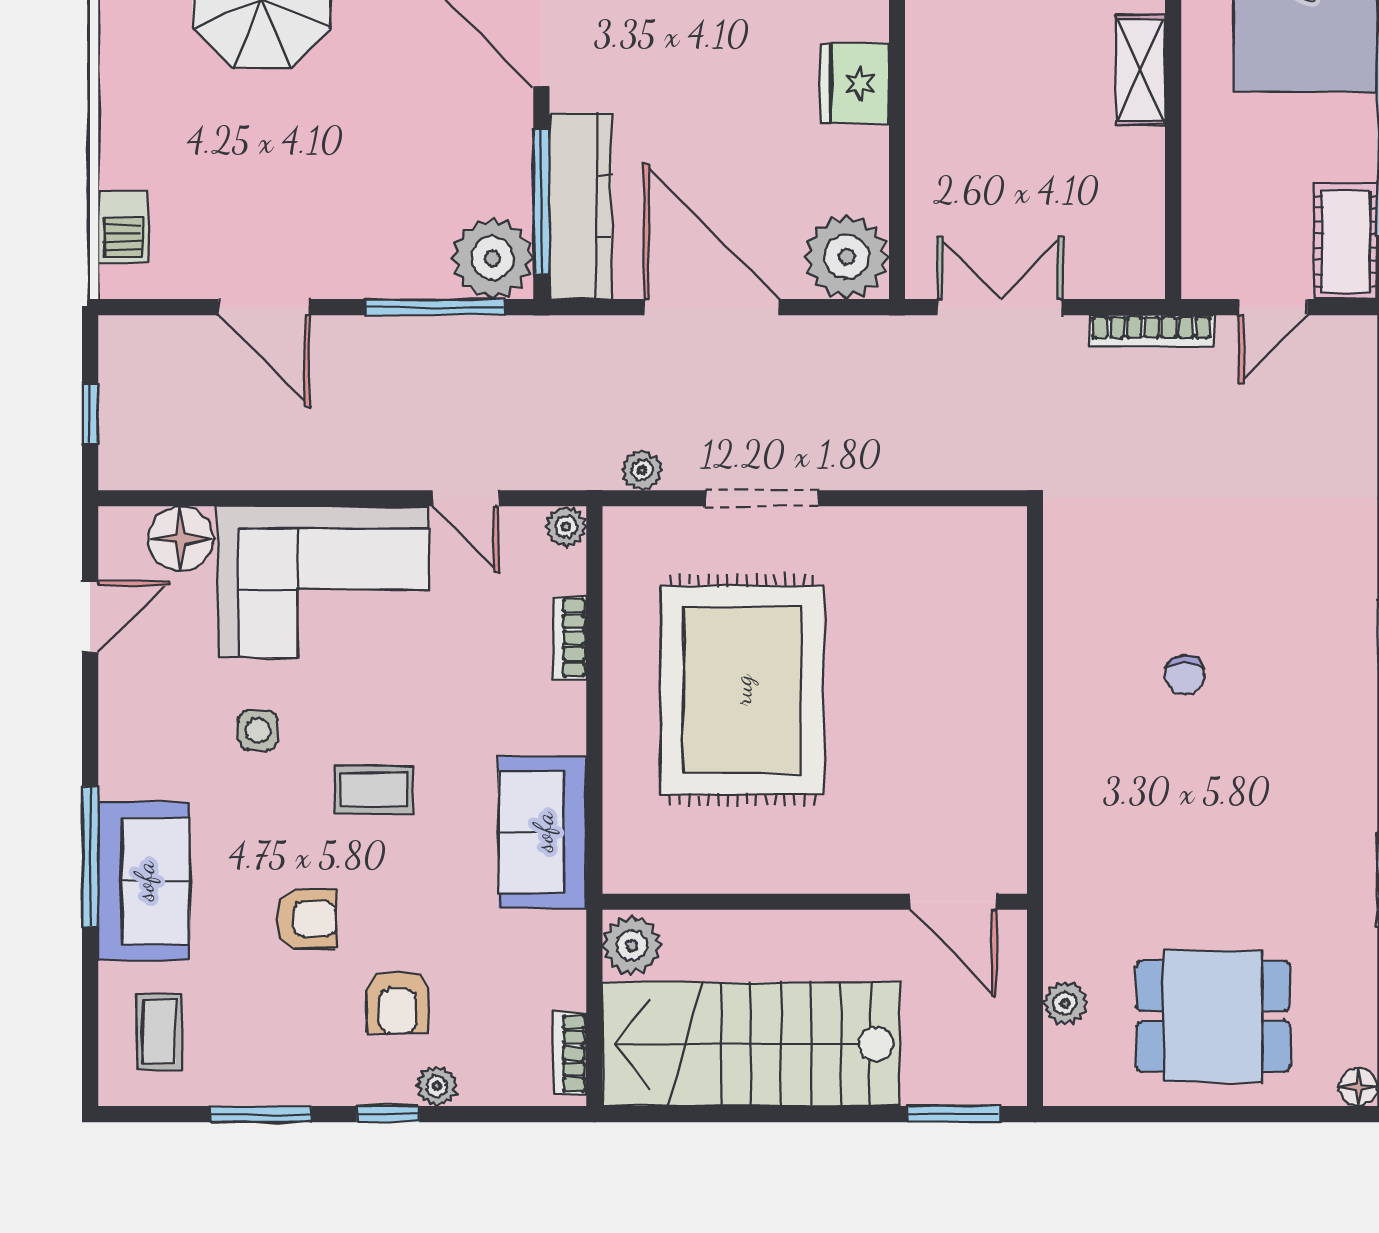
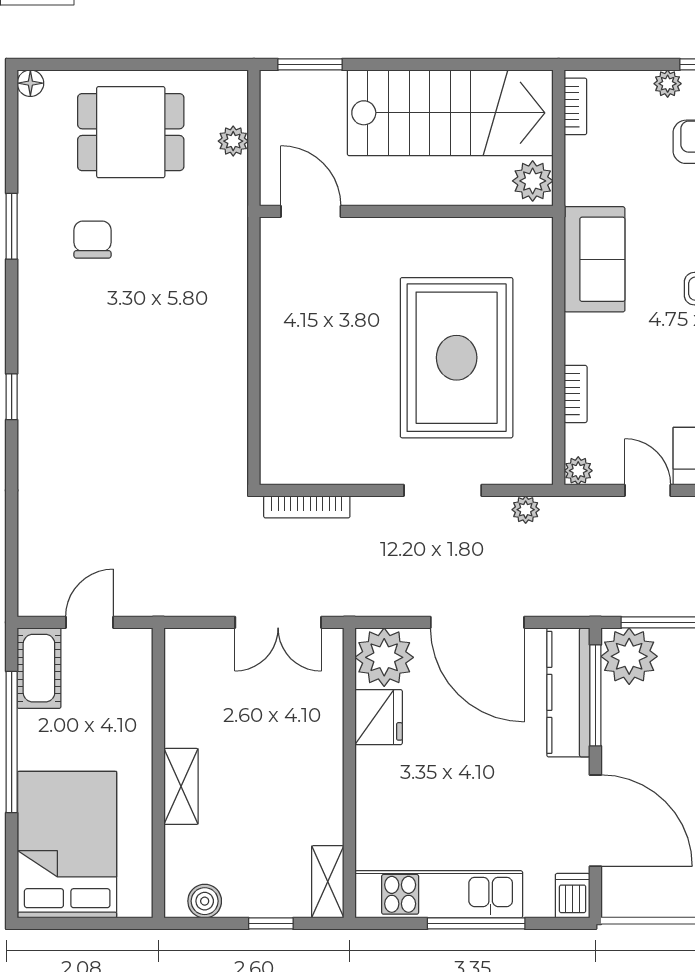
fridge: (855, 84) -> (379, 717), moved
bookcase: (1152, 331) -> (307, 507), moved, turned 180
chair: (1185, 675) -> (92, 240), moved, width x1.37, depth x1.37

